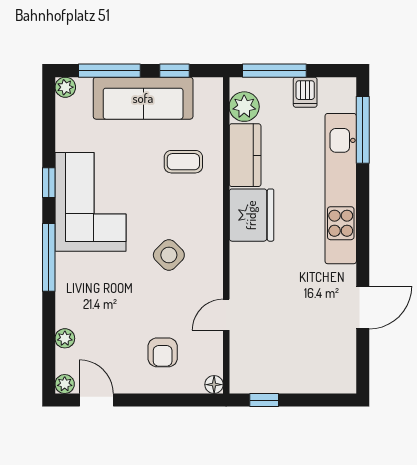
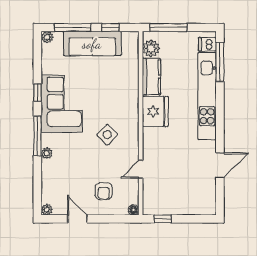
dishwasher: (305, 92) -> (207, 44), moved, turned 90
coffee table: (183, 162) -> (116, 80), removed
plant: (65, 338) -> (47, 153), moved
door: (96, 400) -> (77, 219), moved

